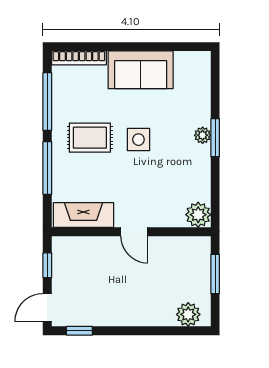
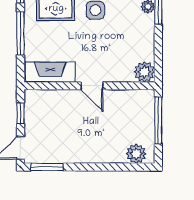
window: (215, 274) -> (158, 120), width x1.44
window: (79, 331) -> (47, 167), width x1.50

